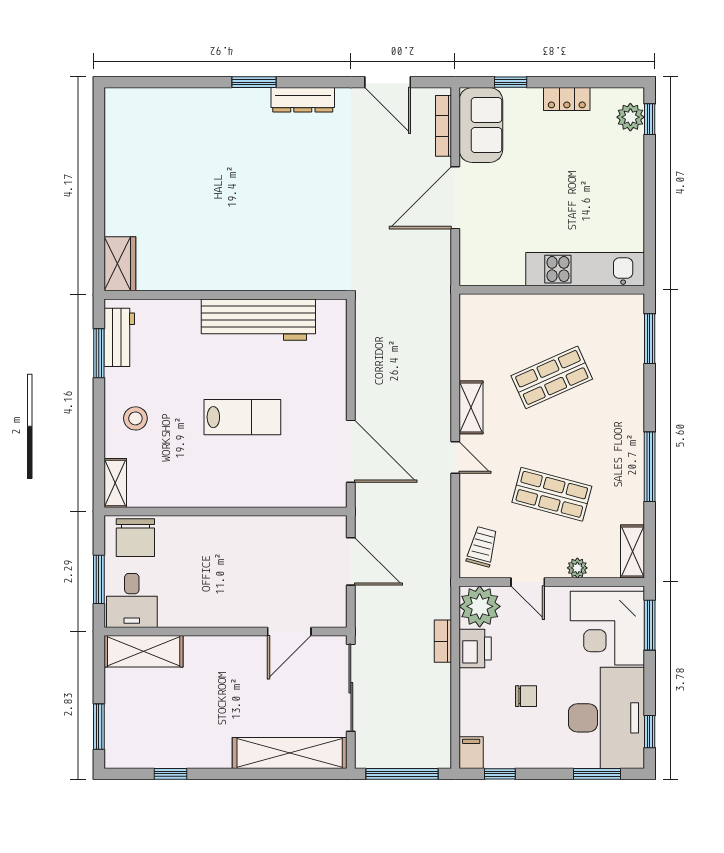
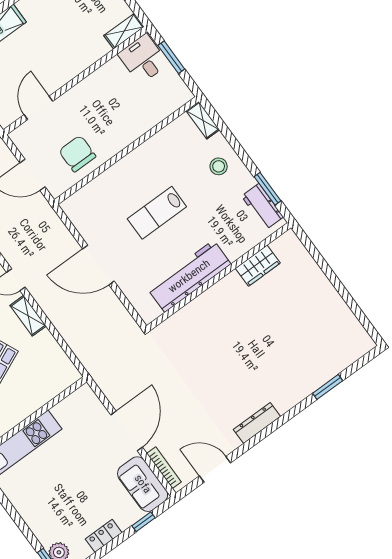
window: (254, 82) -> (328, 387), moved
wardrobe: (120, 264) -> (258, 266), moved, turned -90
door: (351, 451) -> (98, 265), moved
chair: (135, 538) -> (77, 154), moved
shelving: (144, 651) -> (124, 31), width x0.67, depth x0.75

